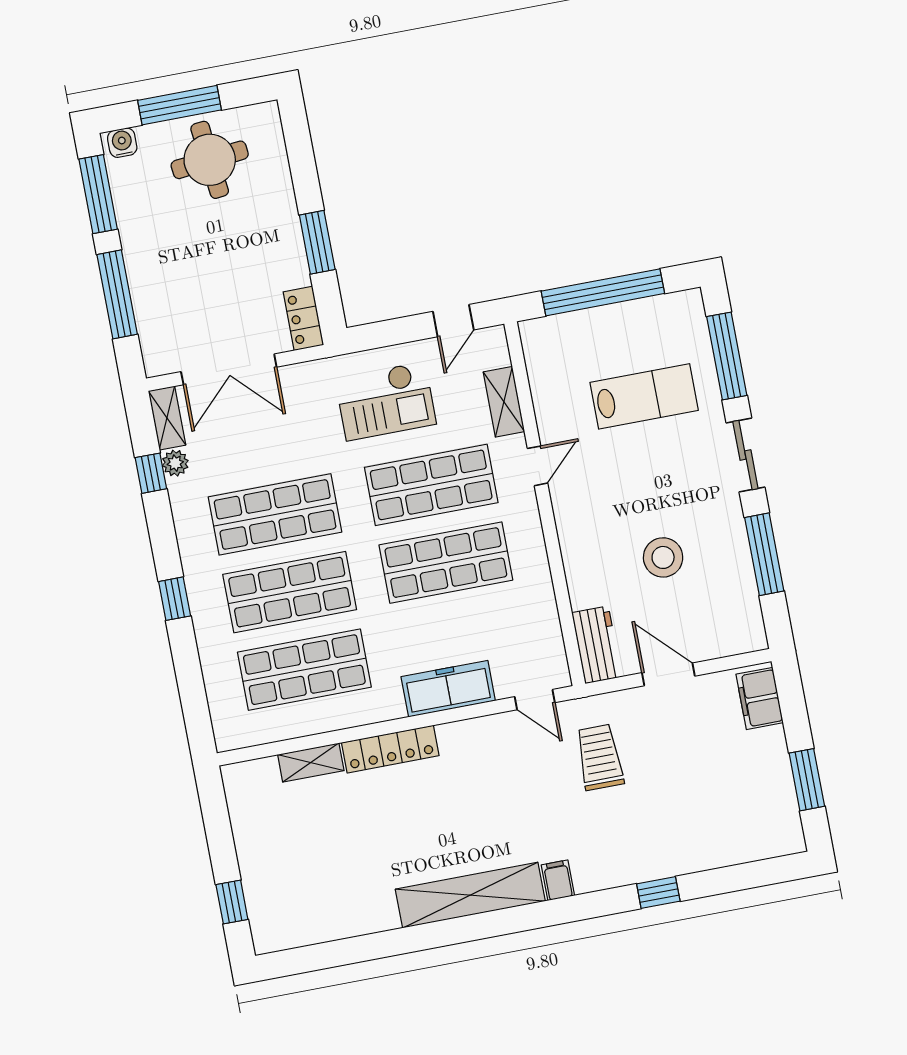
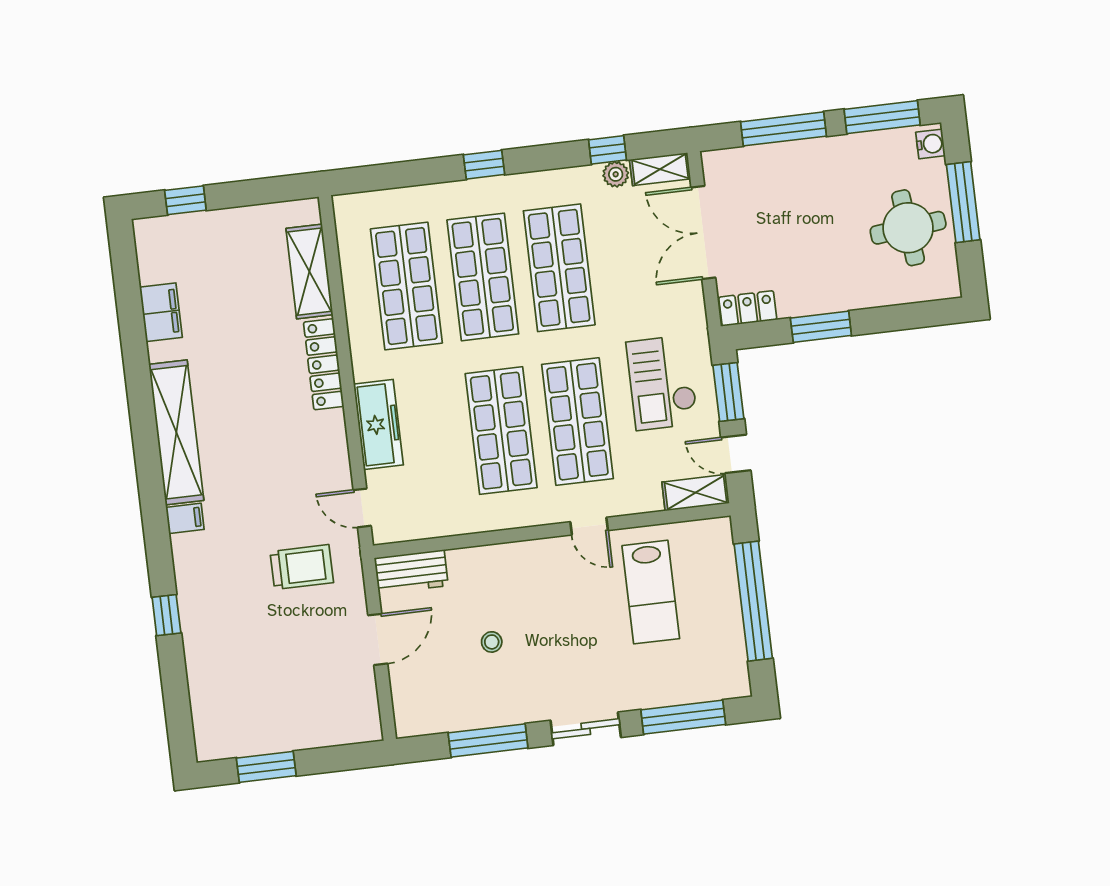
window: (390, 332) -> (728, 392), added
lab bench: (644, 396) -> (651, 592), moved
shelving: (504, 402) -> (696, 493), moved
stool: (663, 557) -> (492, 642), width x0.53, depth x0.53
filing cabinet: (760, 698) -> (161, 312), moved, turned 90
door: (535, 700) -> (362, 508), hinge flipped
shelving: (311, 763) -> (309, 272), width x1.50, depth x1.33

